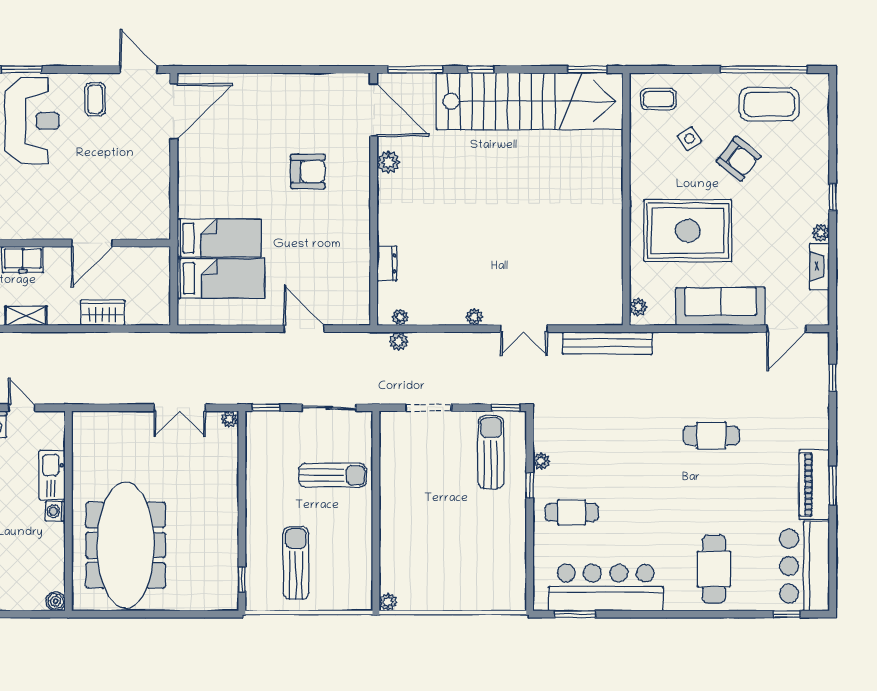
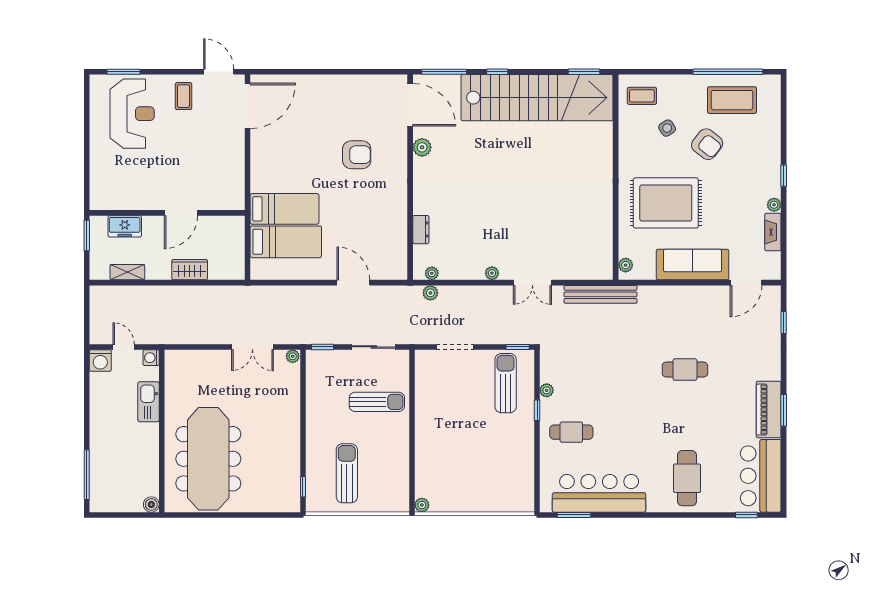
washing machine: (55, 511) -> (151, 358), moved

